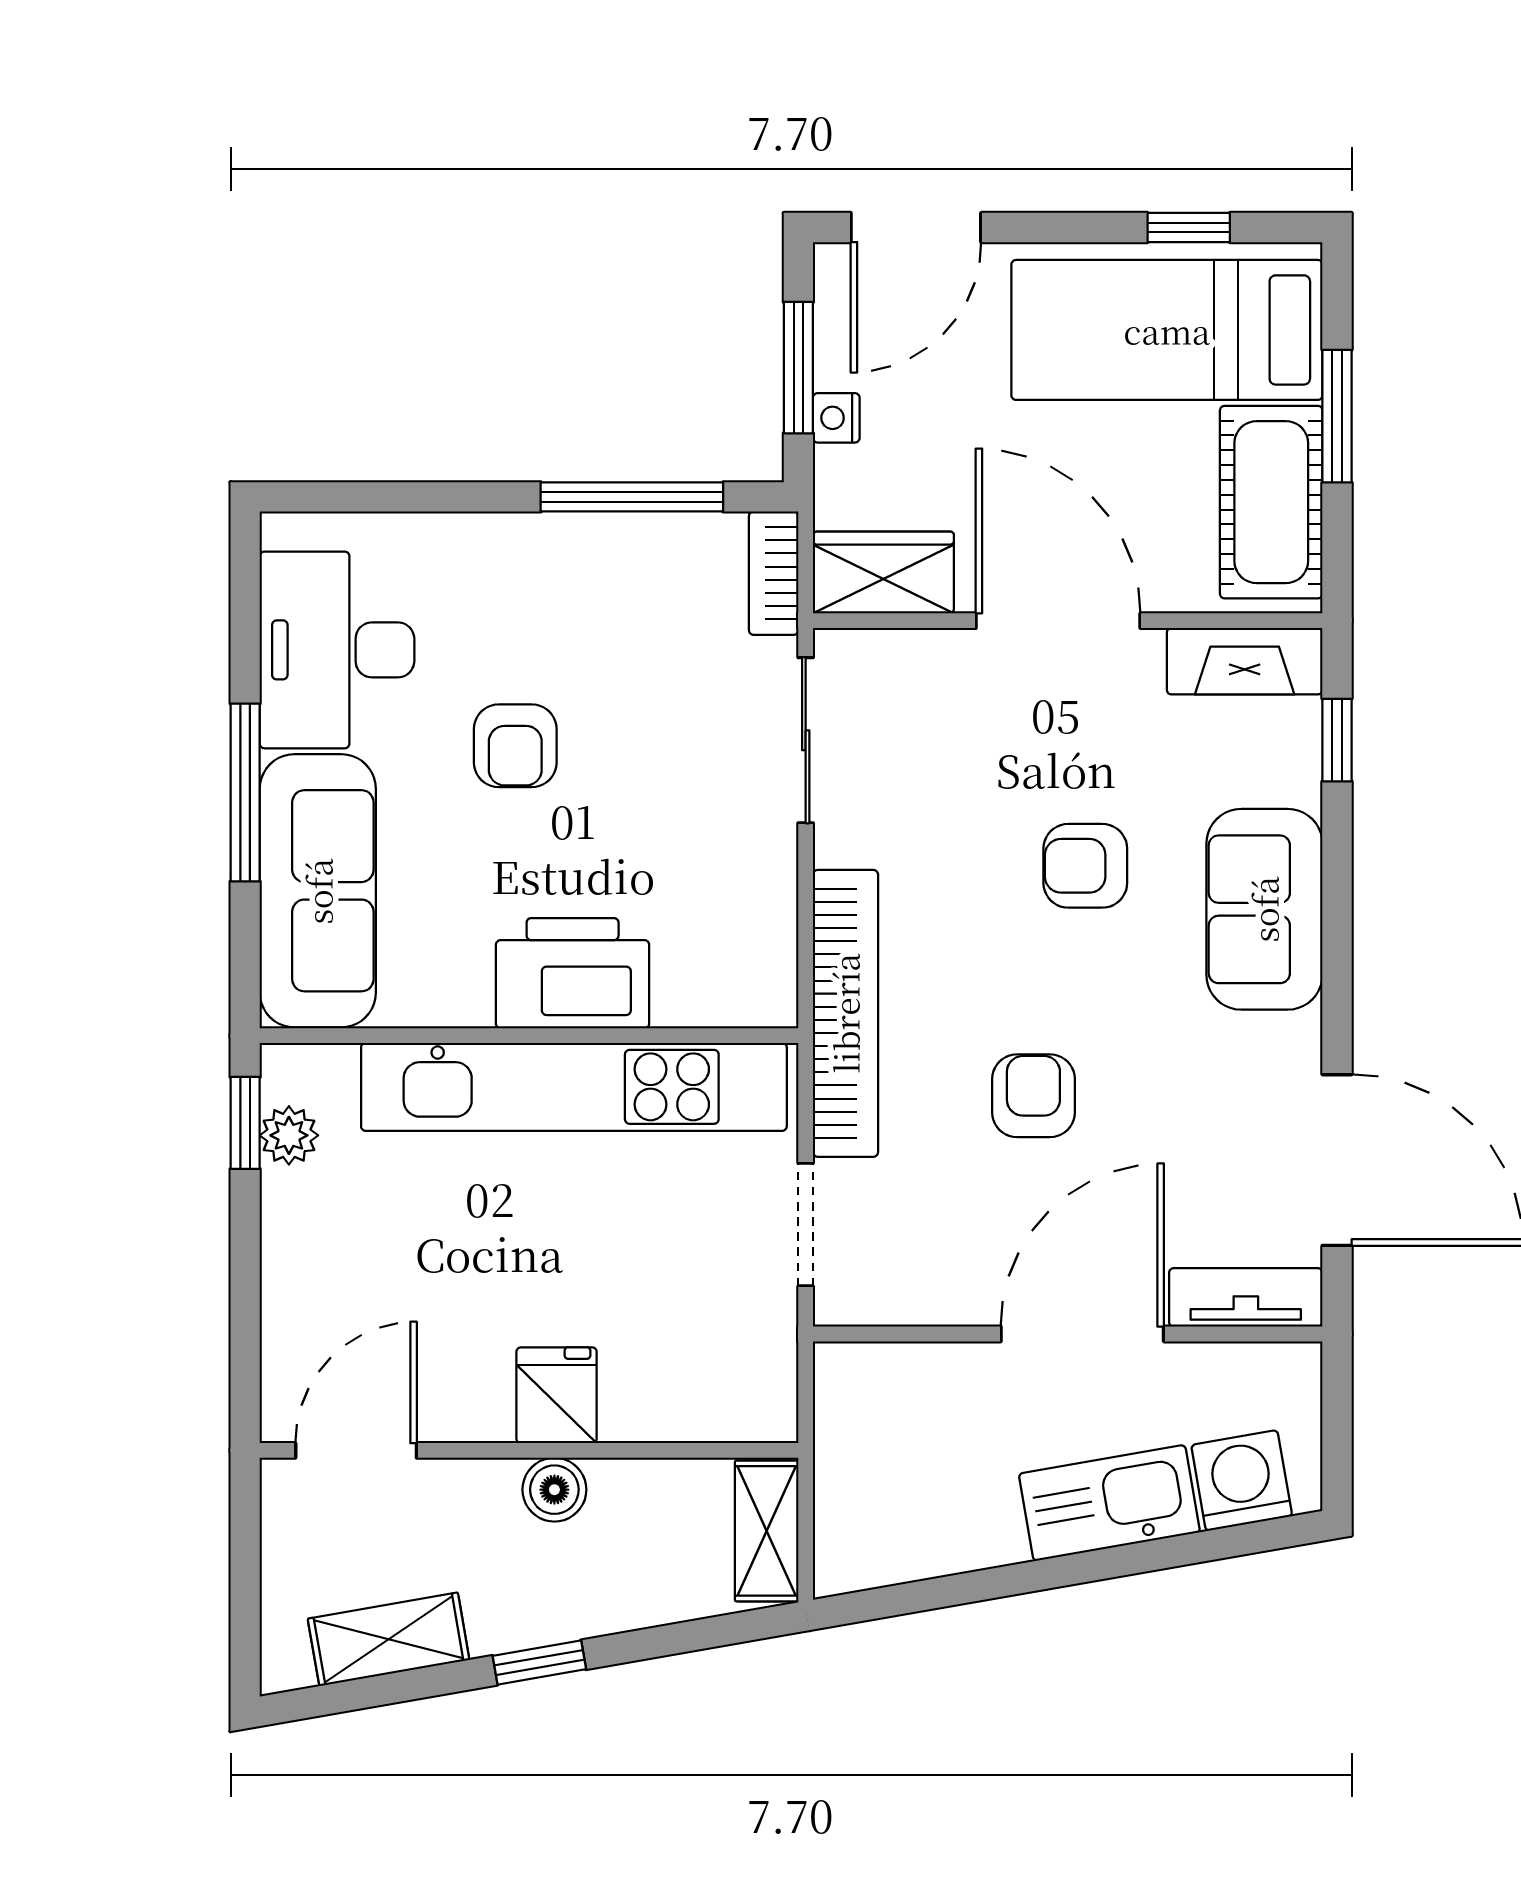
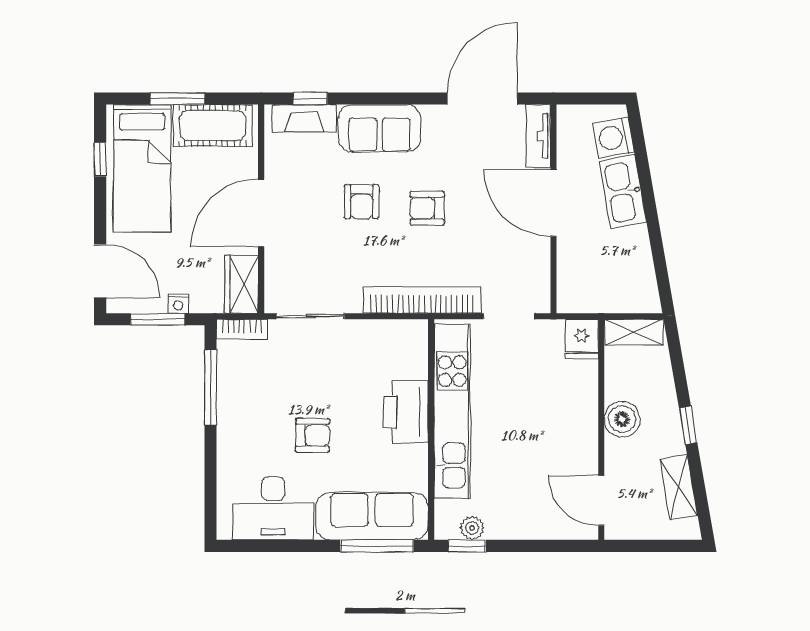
fireplace: (1245, 661) -> (304, 118), moved, turned 90
window: (245, 793) -> (377, 546), moved
armchair: (1033, 1096) -> (427, 208), moved
fridge: (557, 1395) -> (582, 339), moved, turned -90
boiler: (554, 1490) -> (622, 419), width x1.36, depth x1.36

